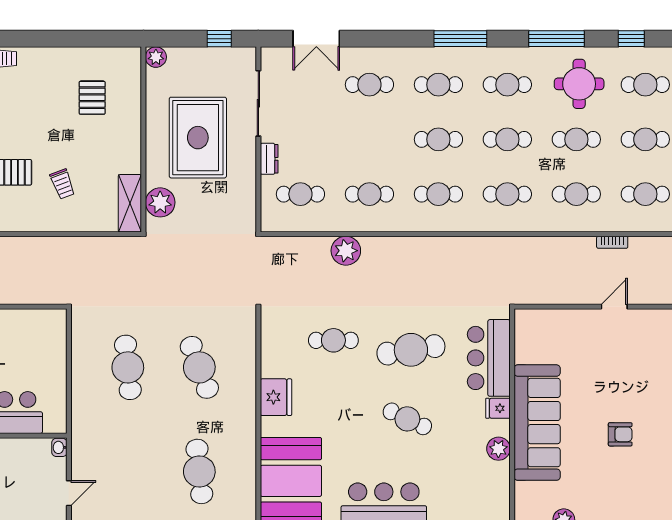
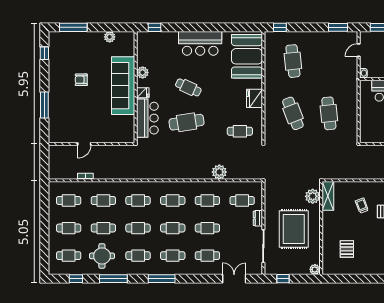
cafe table: (369, 139) -> (207, 228), added
cafe table: (333, 340) -> (240, 131), moved

